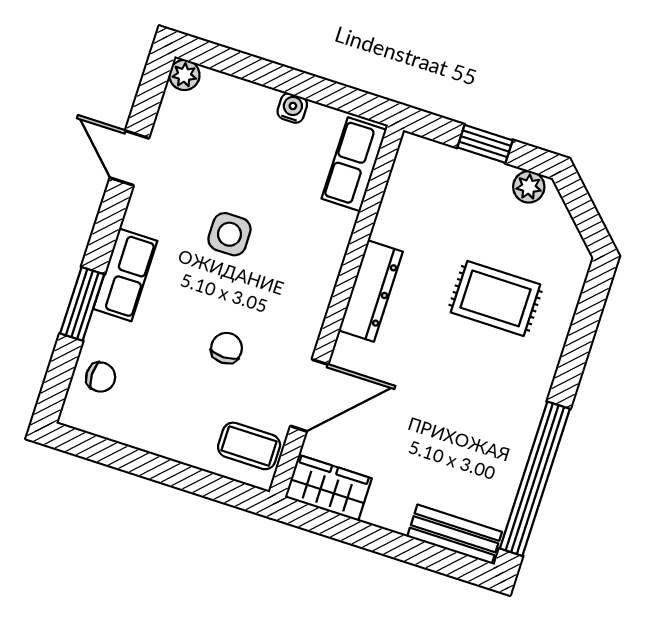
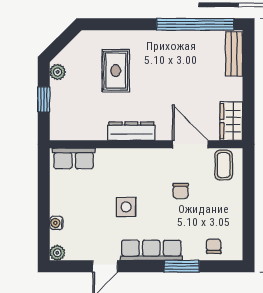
water cooler: (292, 108) -> (56, 223), moved
row of seats: (125, 275) -> (151, 250), width x1.48
chair: (226, 348) -> (181, 191), turned -90

